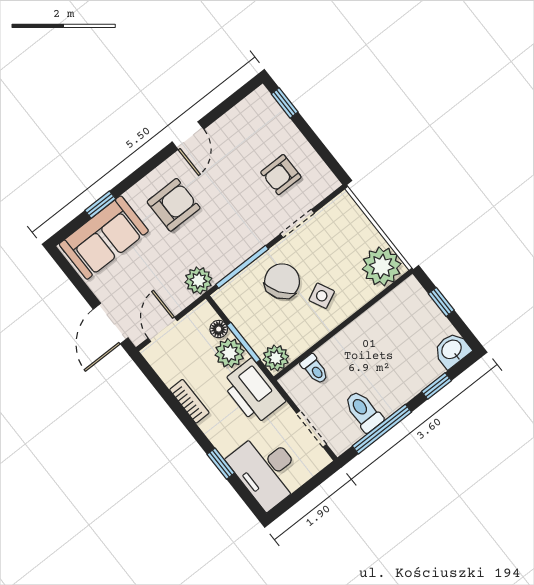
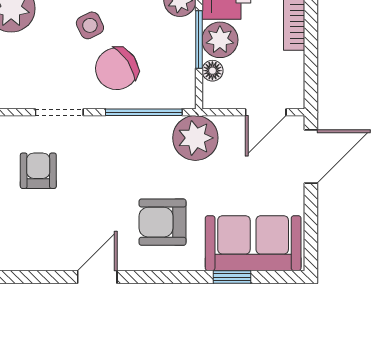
armchair: (281, 175) -> (38, 171), turned -90
plant: (198, 280) -> (195, 138), width x1.36, depth x1.36

